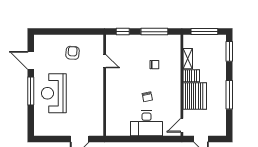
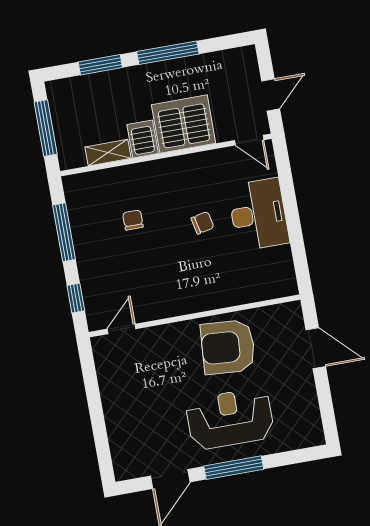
window: (229, 51) -> (100, 65), moved
armchair: (73, 53) -> (228, 347), moved, width x1.88, depth x1.88
door: (105, 61) -> (122, 329), moved
reception desk: (54, 93) -> (230, 419), turned 180

